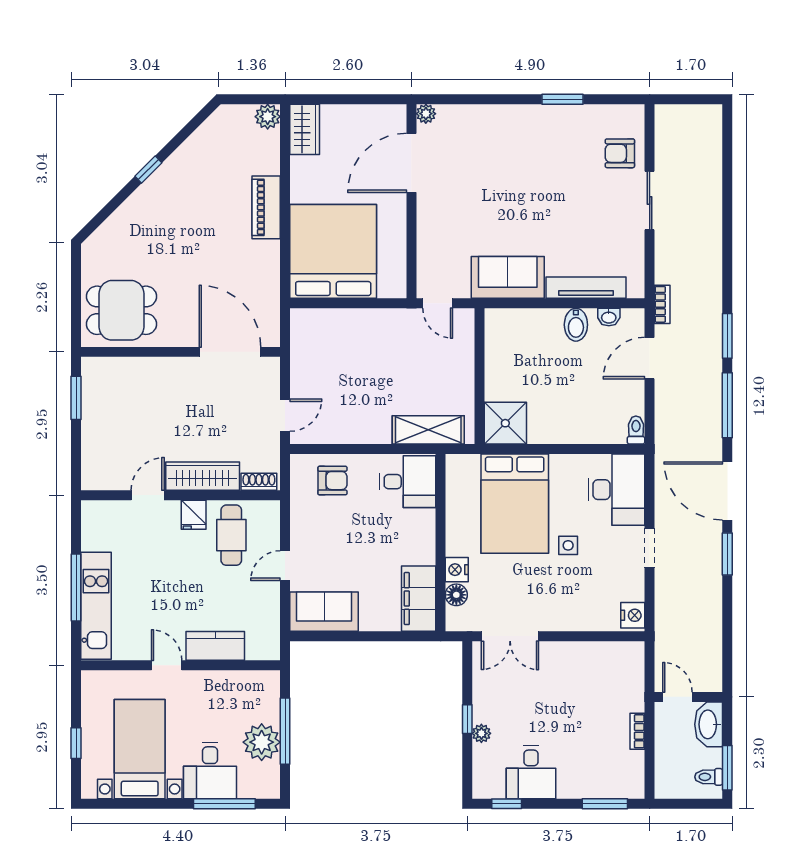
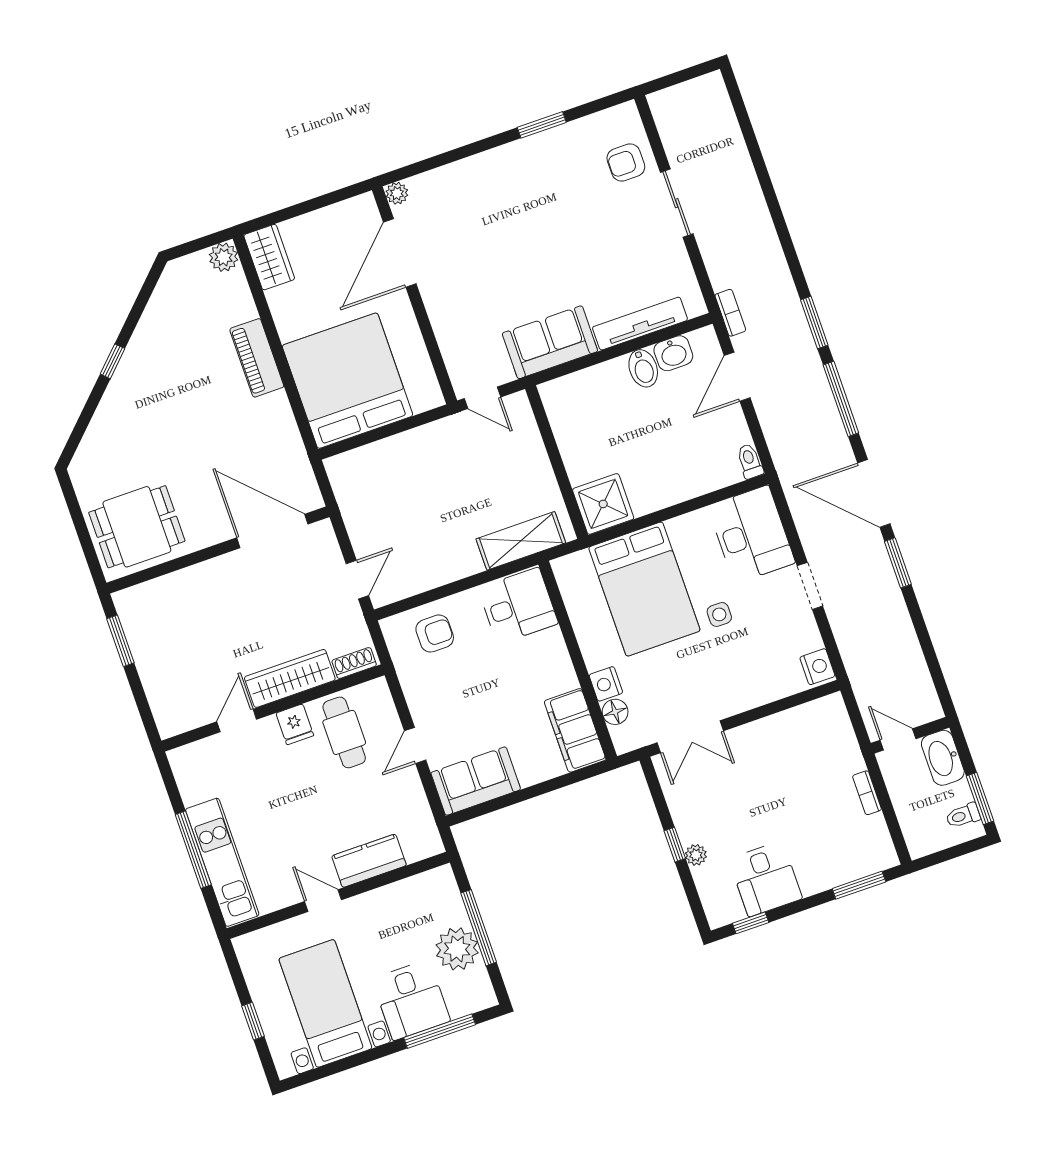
washbasin: (609, 317) -> (673, 353), width x1.38, depth x1.45

